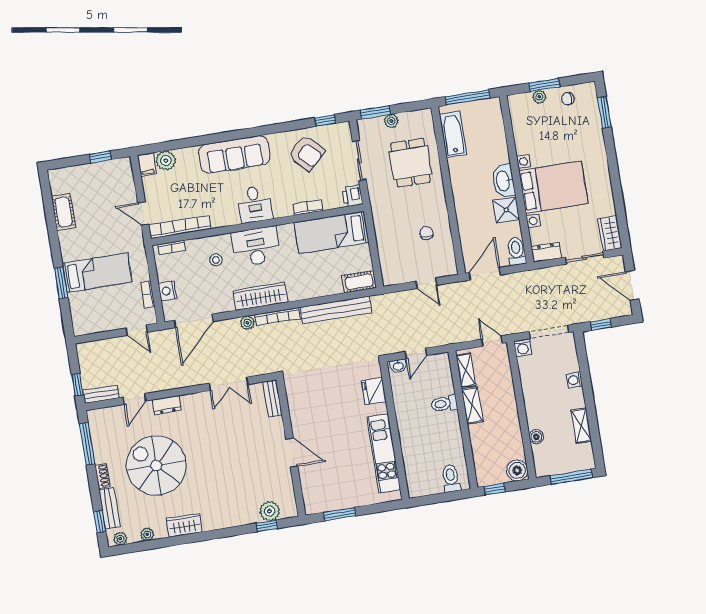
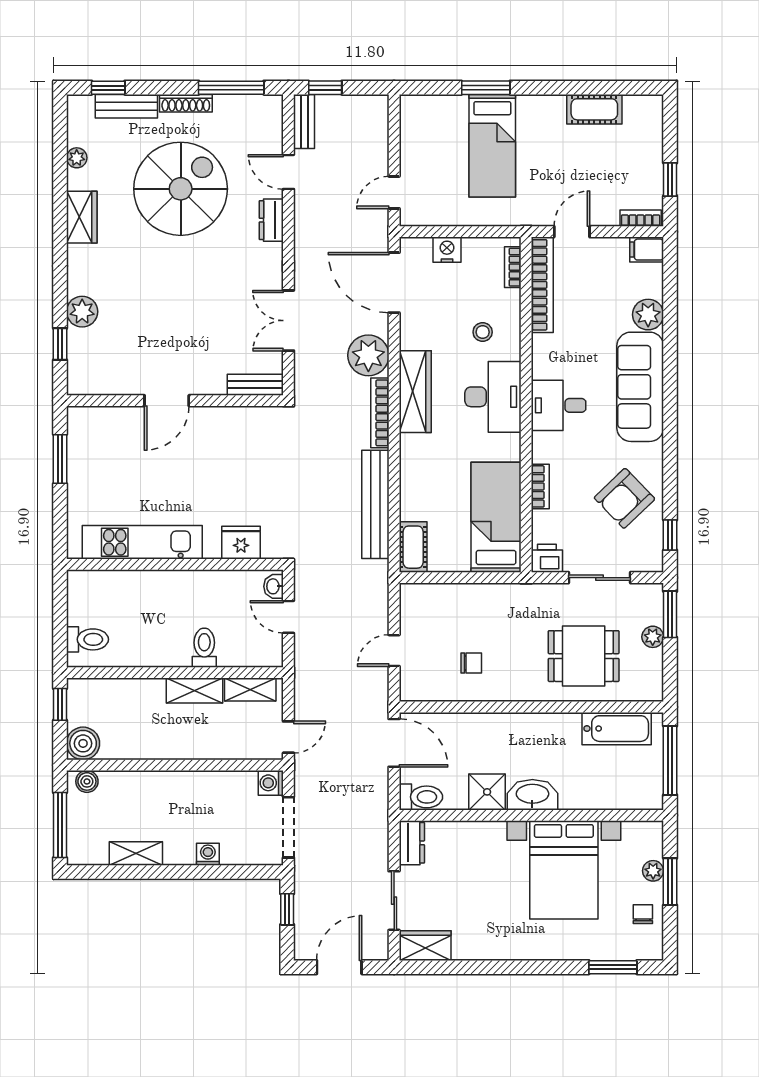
plant: (166, 161) -> (648, 315), moved
bed with nightstands: (553, 187) -> (564, 870), moved
bookcase: (148, 294) -> (641, 218), moved
plant: (247, 323) -> (368, 355), width x1.88, depth x1.88
boiler: (536, 437) -> (87, 781), moved
shoe rack: (102, 476) -> (186, 103), width x1.43
plant: (270, 511) -> (82, 312), moved
plant: (120, 539) -> (77, 115), removed

